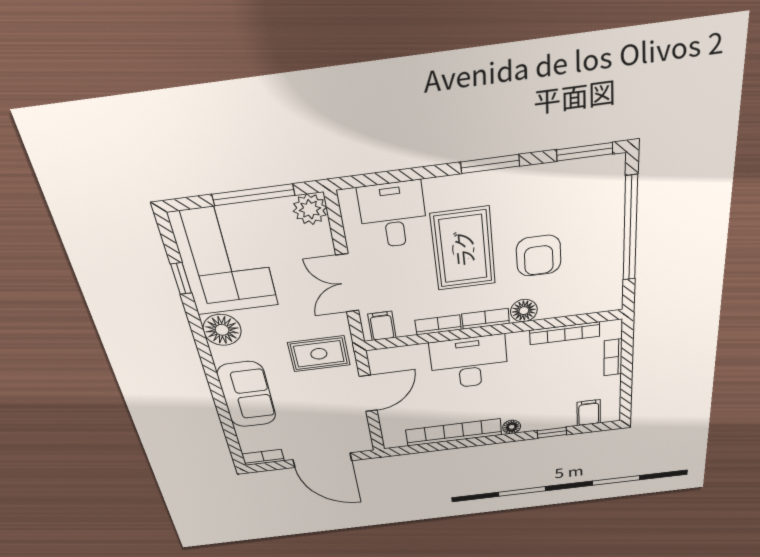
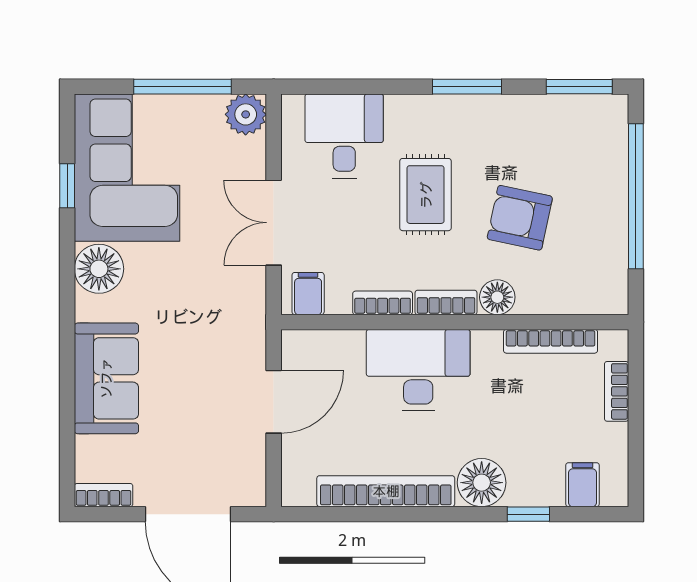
rug: (463, 249) -> (426, 195), width x0.73, depth x0.70
armchair: (539, 256) -> (520, 218), turned 102
rug: (319, 354) -> (218, 325), removed
floor lamp: (512, 427) -> (482, 483), width x1.89, depth x1.89

